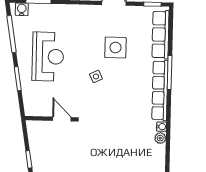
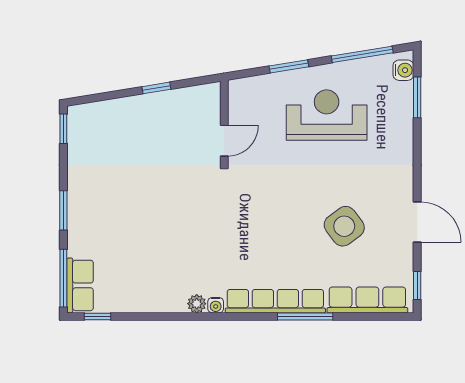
side table: (115, 48) -> (344, 226), turned -37
reception desk: (48, 57) -> (327, 115), turned 180
side table: (96, 76) -> (296, 195), removed

